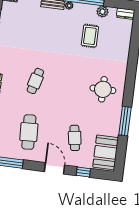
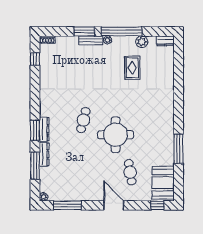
round table: (103, 89) -> (116, 135), moved, width x1.36, depth x1.36
cafe table: (29, 132) -> (83, 172), removed
window: (83, 172) -> (157, 205), moved

